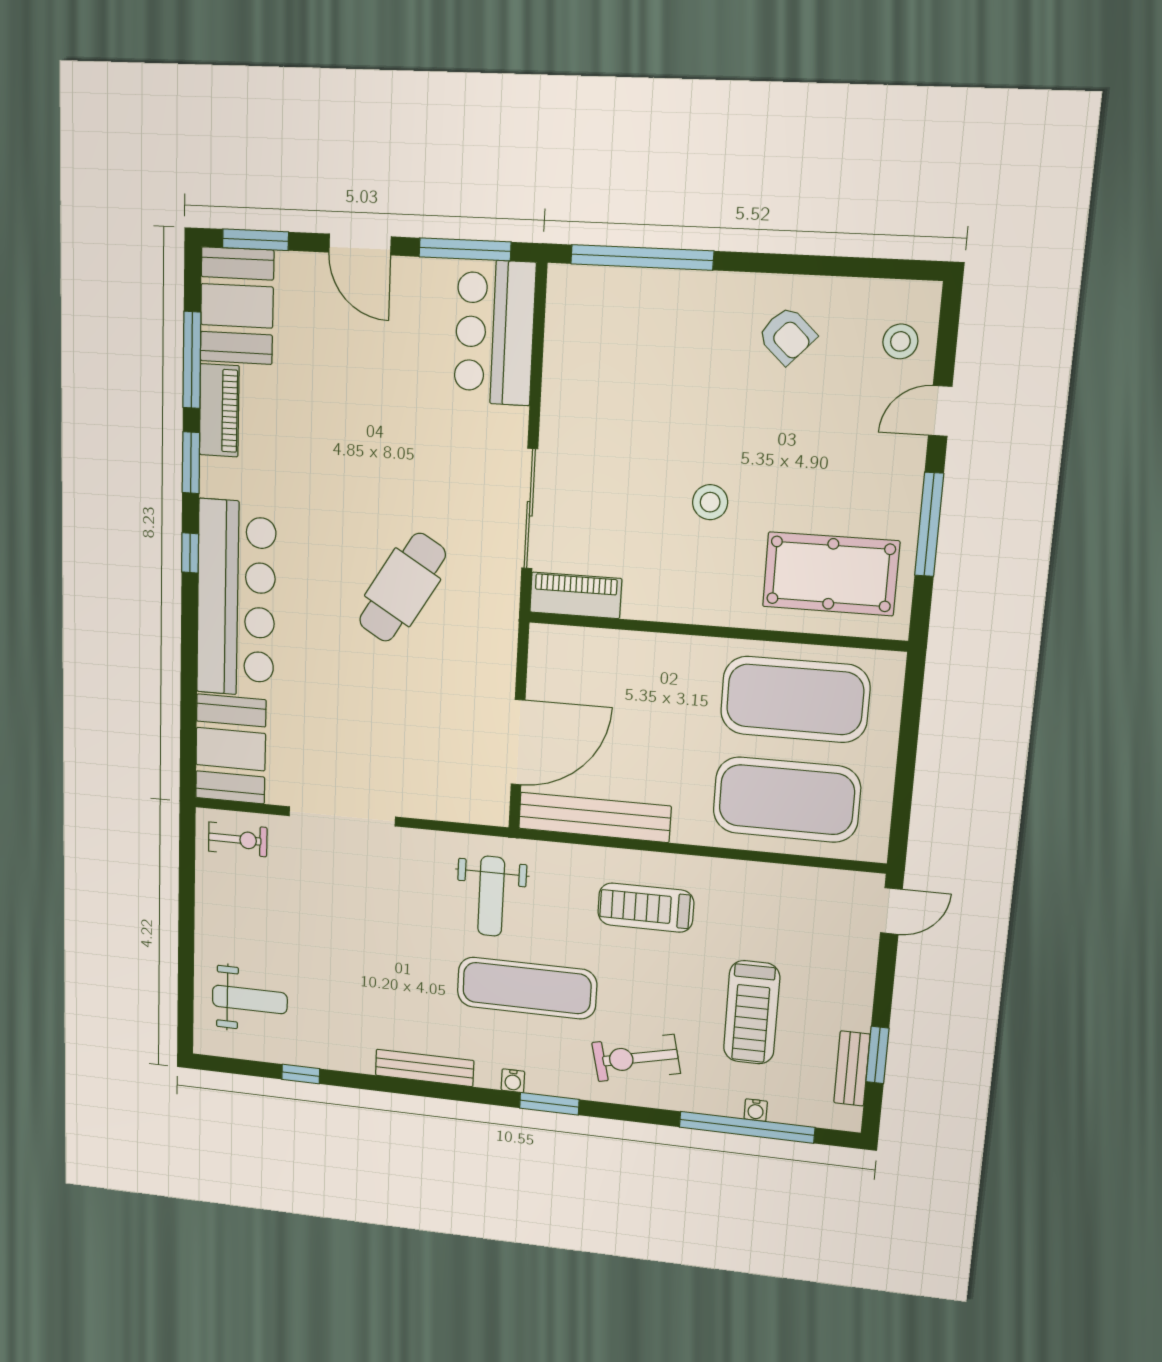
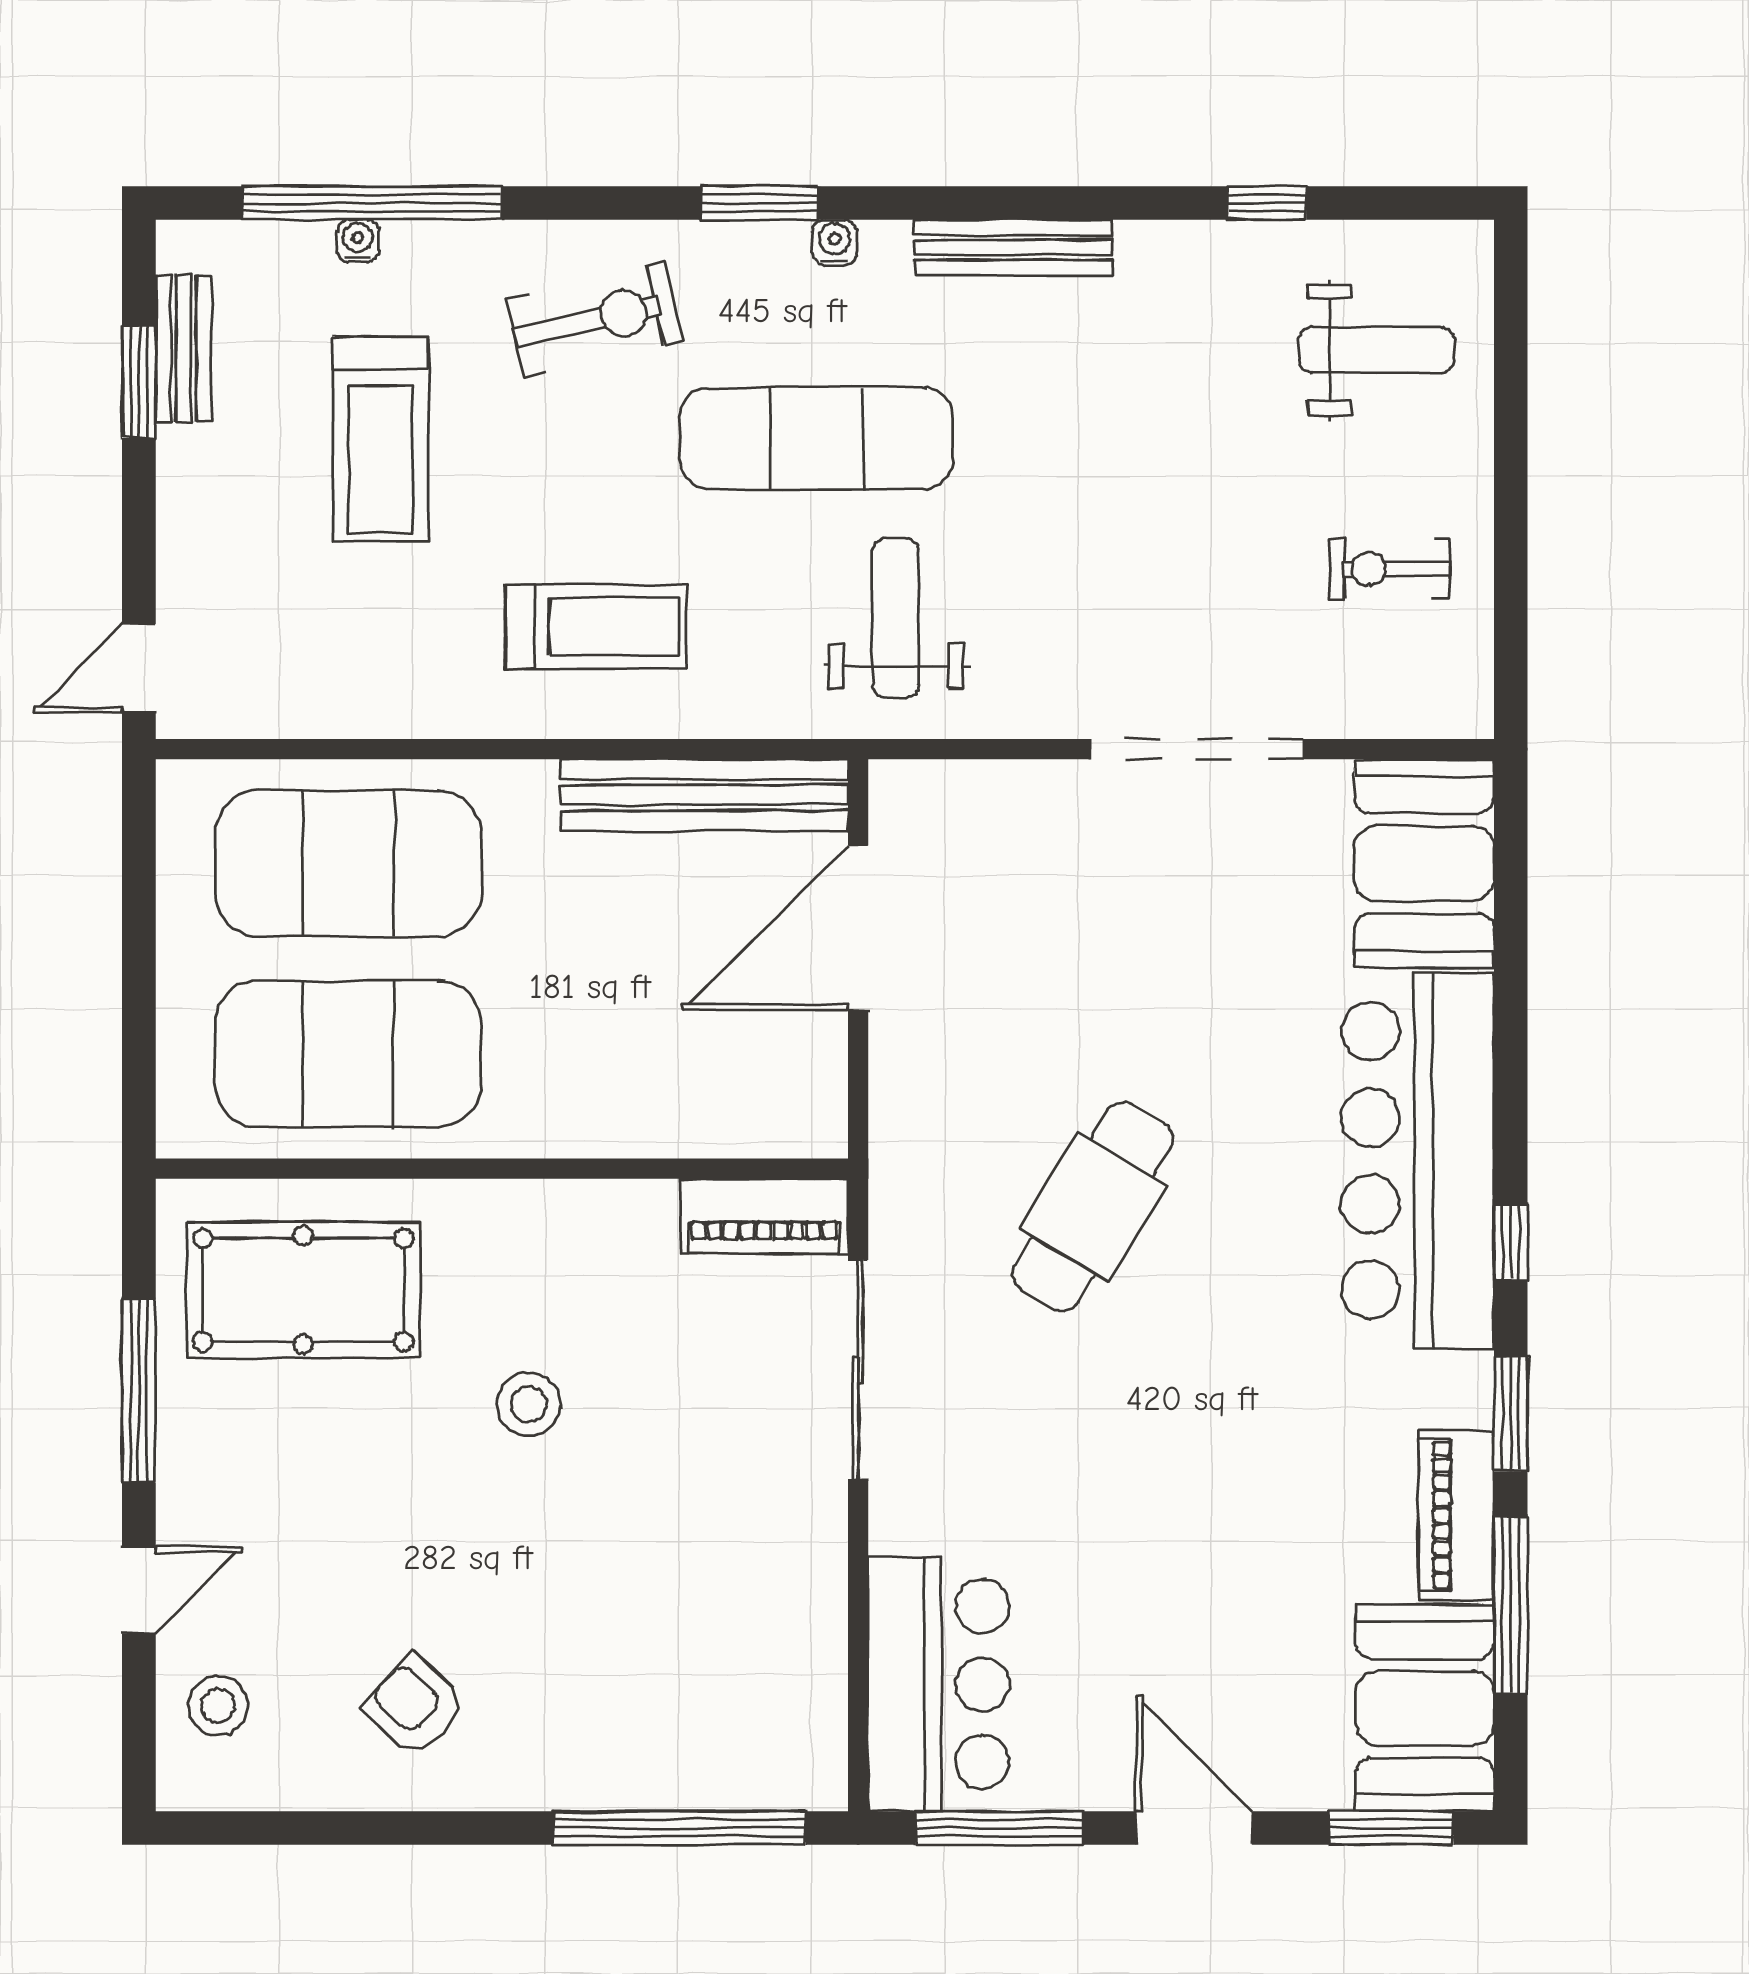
exercise bike: (238, 839) -> (1390, 569), moved
weight bench: (250, 1000) -> (1376, 350), turned 180
treadmill: (752, 1012) -> (381, 439), turned 180

